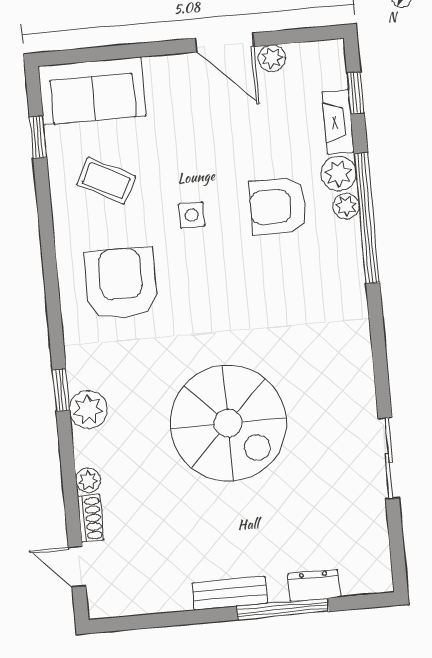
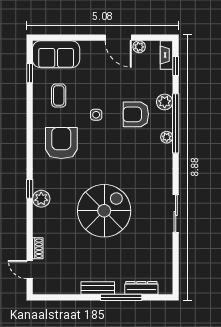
fireplace: (338, 122) -> (166, 55), moved
coffee table: (106, 181) -> (59, 96), turned 63
plant: (346, 206) -> (167, 137), moved
spiral stairs: (228, 423) -> (104, 211), turned -90
sliding door: (389, 458) -> (176, 214), moved
plant: (88, 480) -> (38, 231), removed
dresser: (314, 585) -> (141, 288), width x1.44

